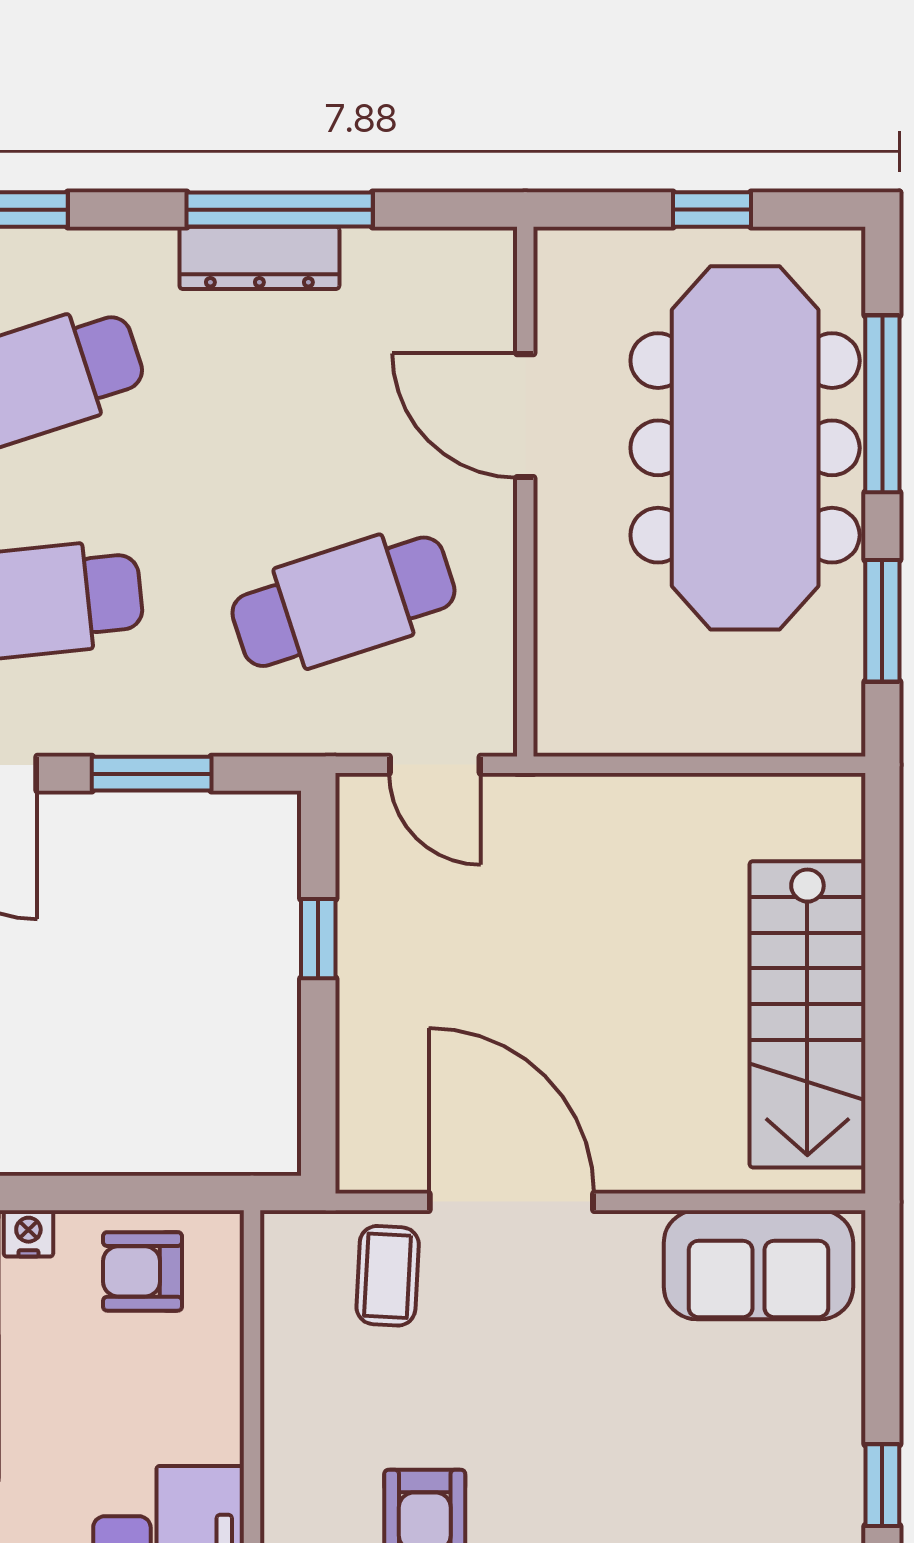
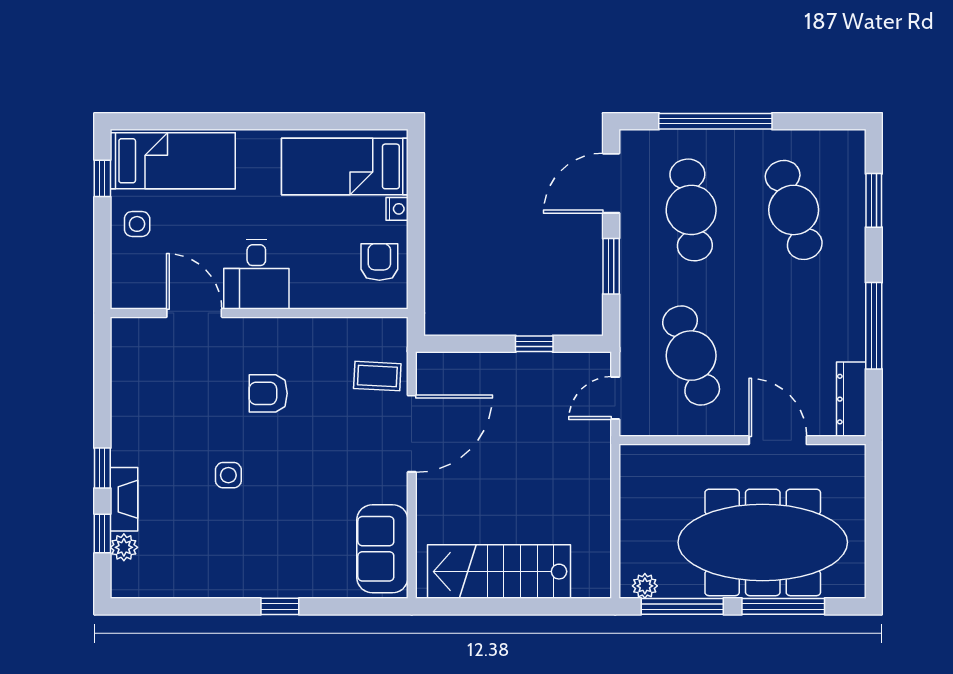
window: (712, 210) -> (874, 527), removed
dresser: (259, 258) -> (851, 399), moved
door: (525, 416) -> (778, 440), hinge flipped
window: (882, 621) -> (682, 606), width x1.44
plant: (838, 701) -> (645, 586), added

